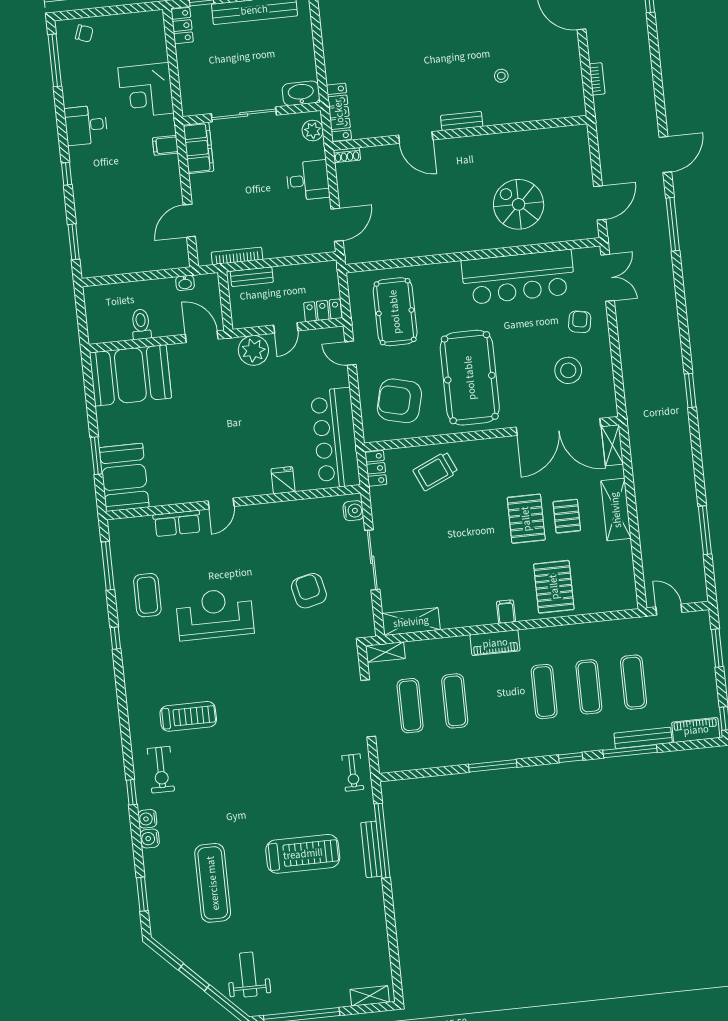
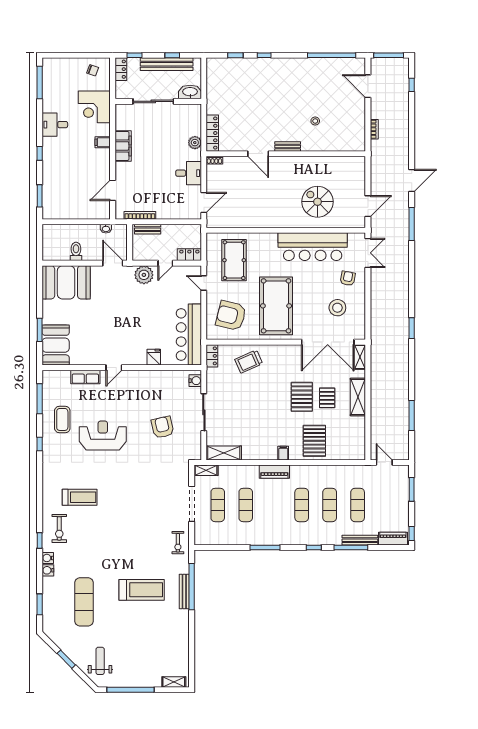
chair: (84, 33) -> (93, 70), moved
washbasin: (301, 93) -> (190, 92), moved
sliding door: (244, 114) -> (153, 101), moved
wall: (252, 114) -> (158, 101), moved

